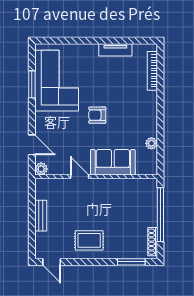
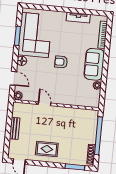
floor lamp: (42, 119) -> (22, 61), added
sofa: (113, 162) -> (94, 64), moved, turned -90

